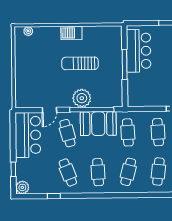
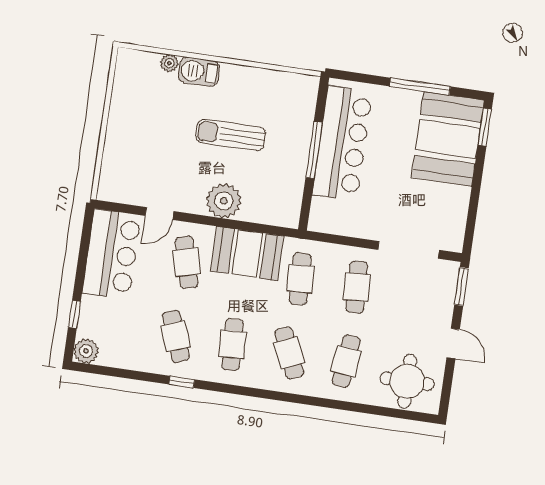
plant: (28, 31) -> (169, 63), moved
barbecue: (71, 33) -> (199, 72), moved
bar counter: (139, 51) -> (342, 143), width x1.36
window: (92, 110) -> (239, 225), removed
cafe table: (128, 172) -> (289, 353), turned -39
window: (54, 196) -> (182, 382), moved

